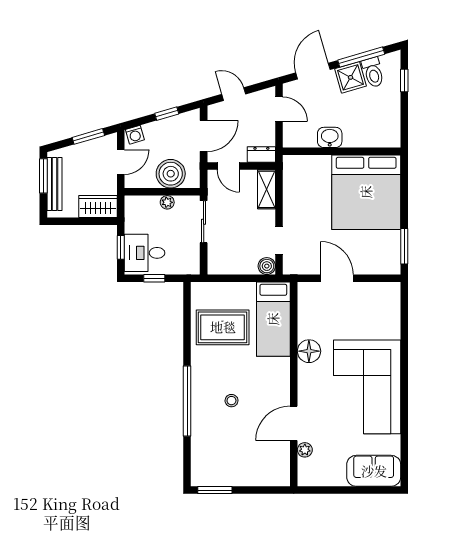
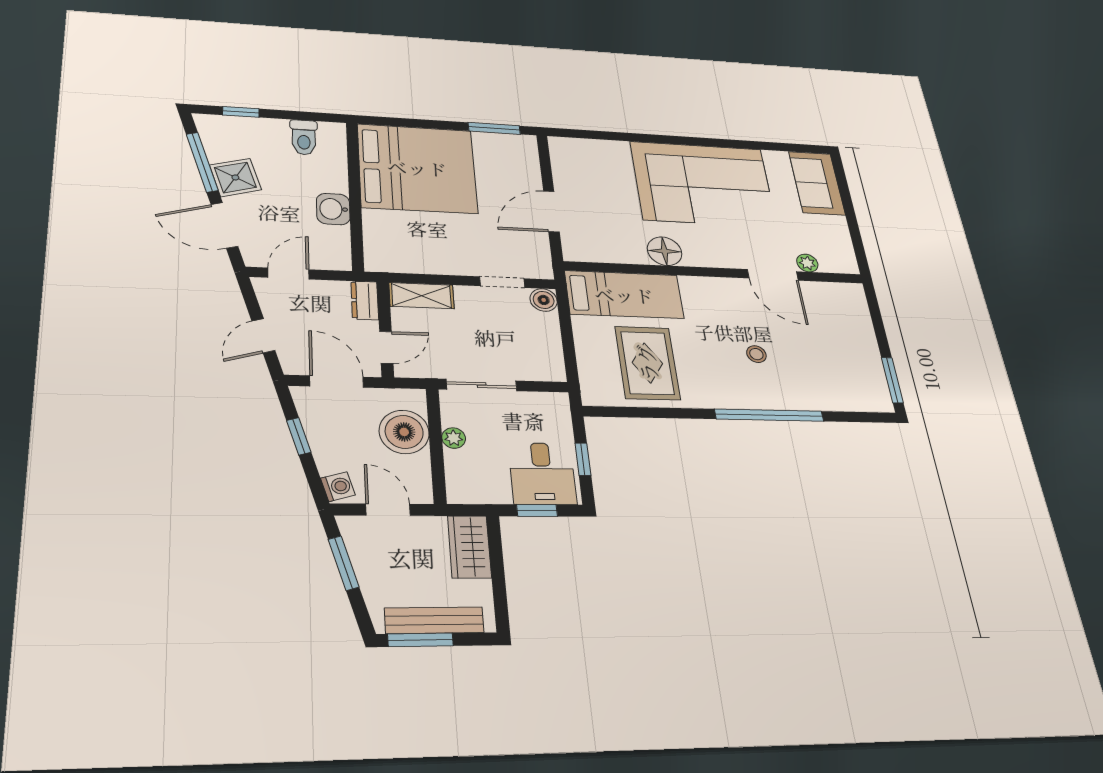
toilet: (373, 72) -> (304, 137), moved, turned 106

